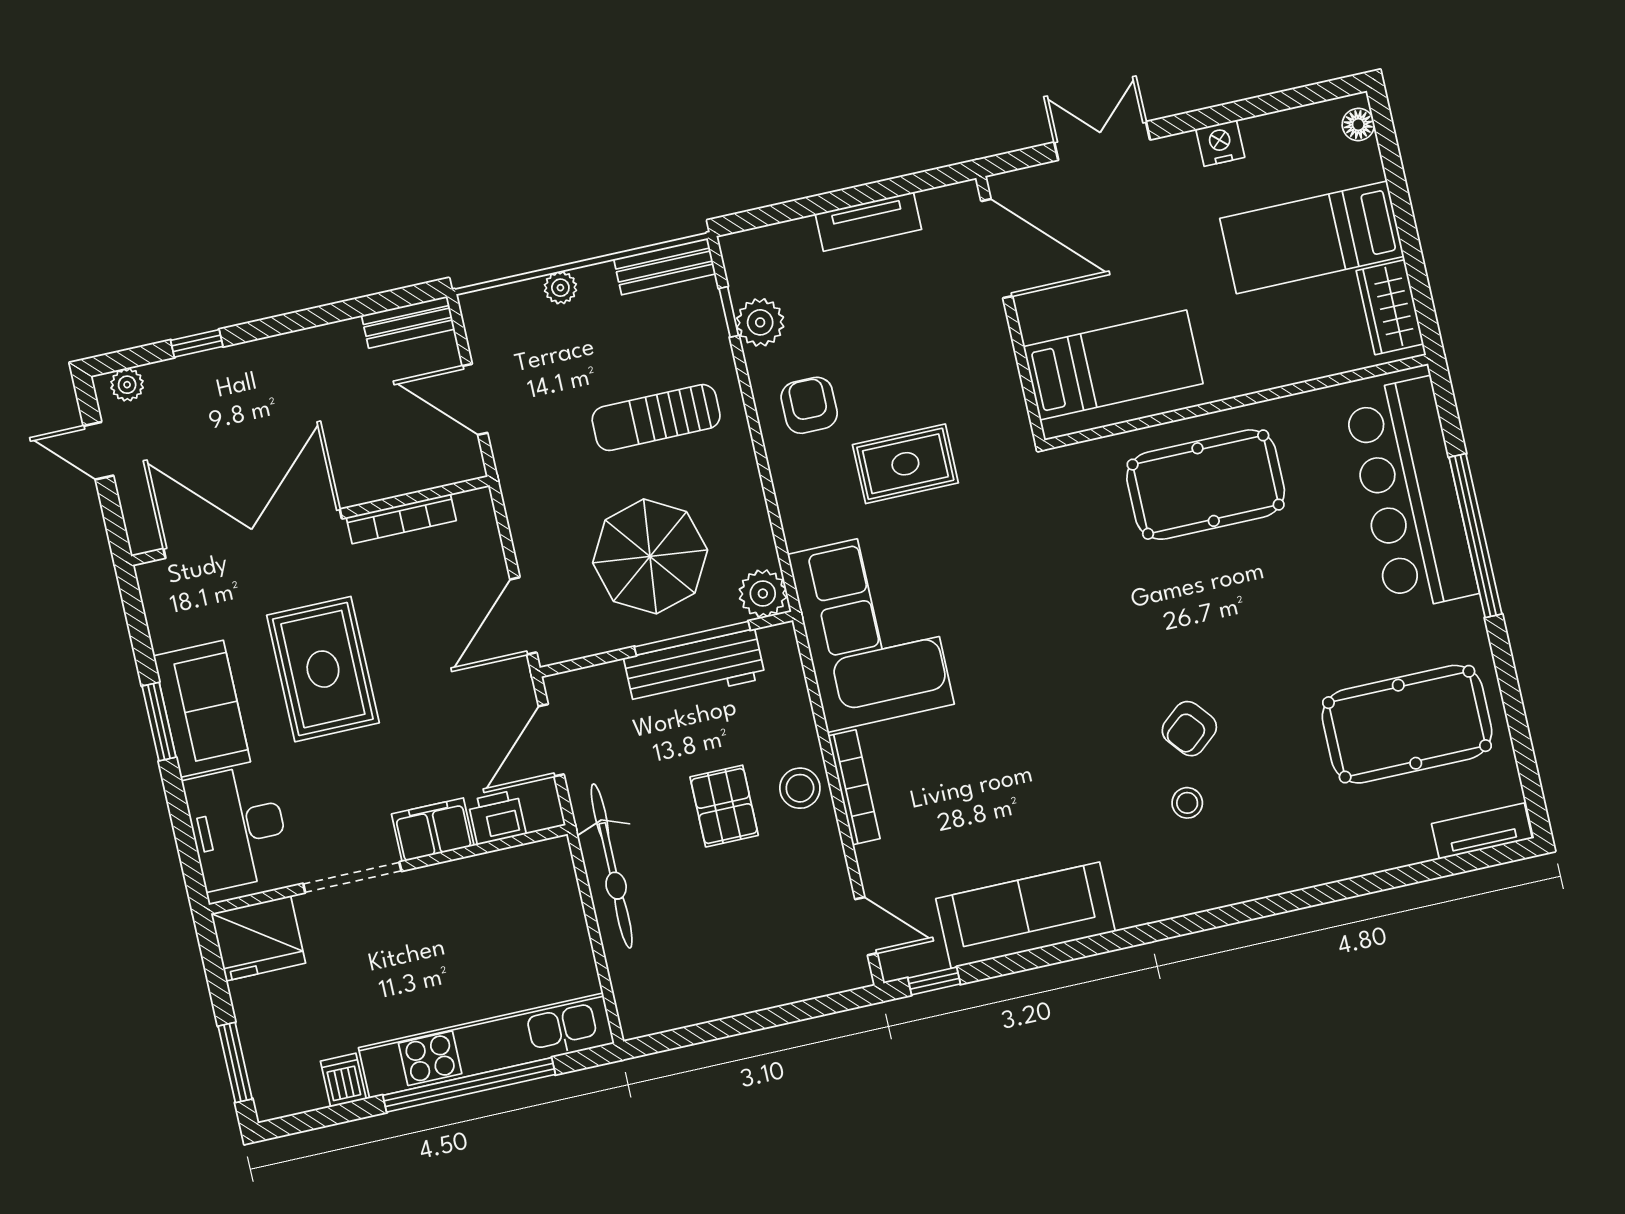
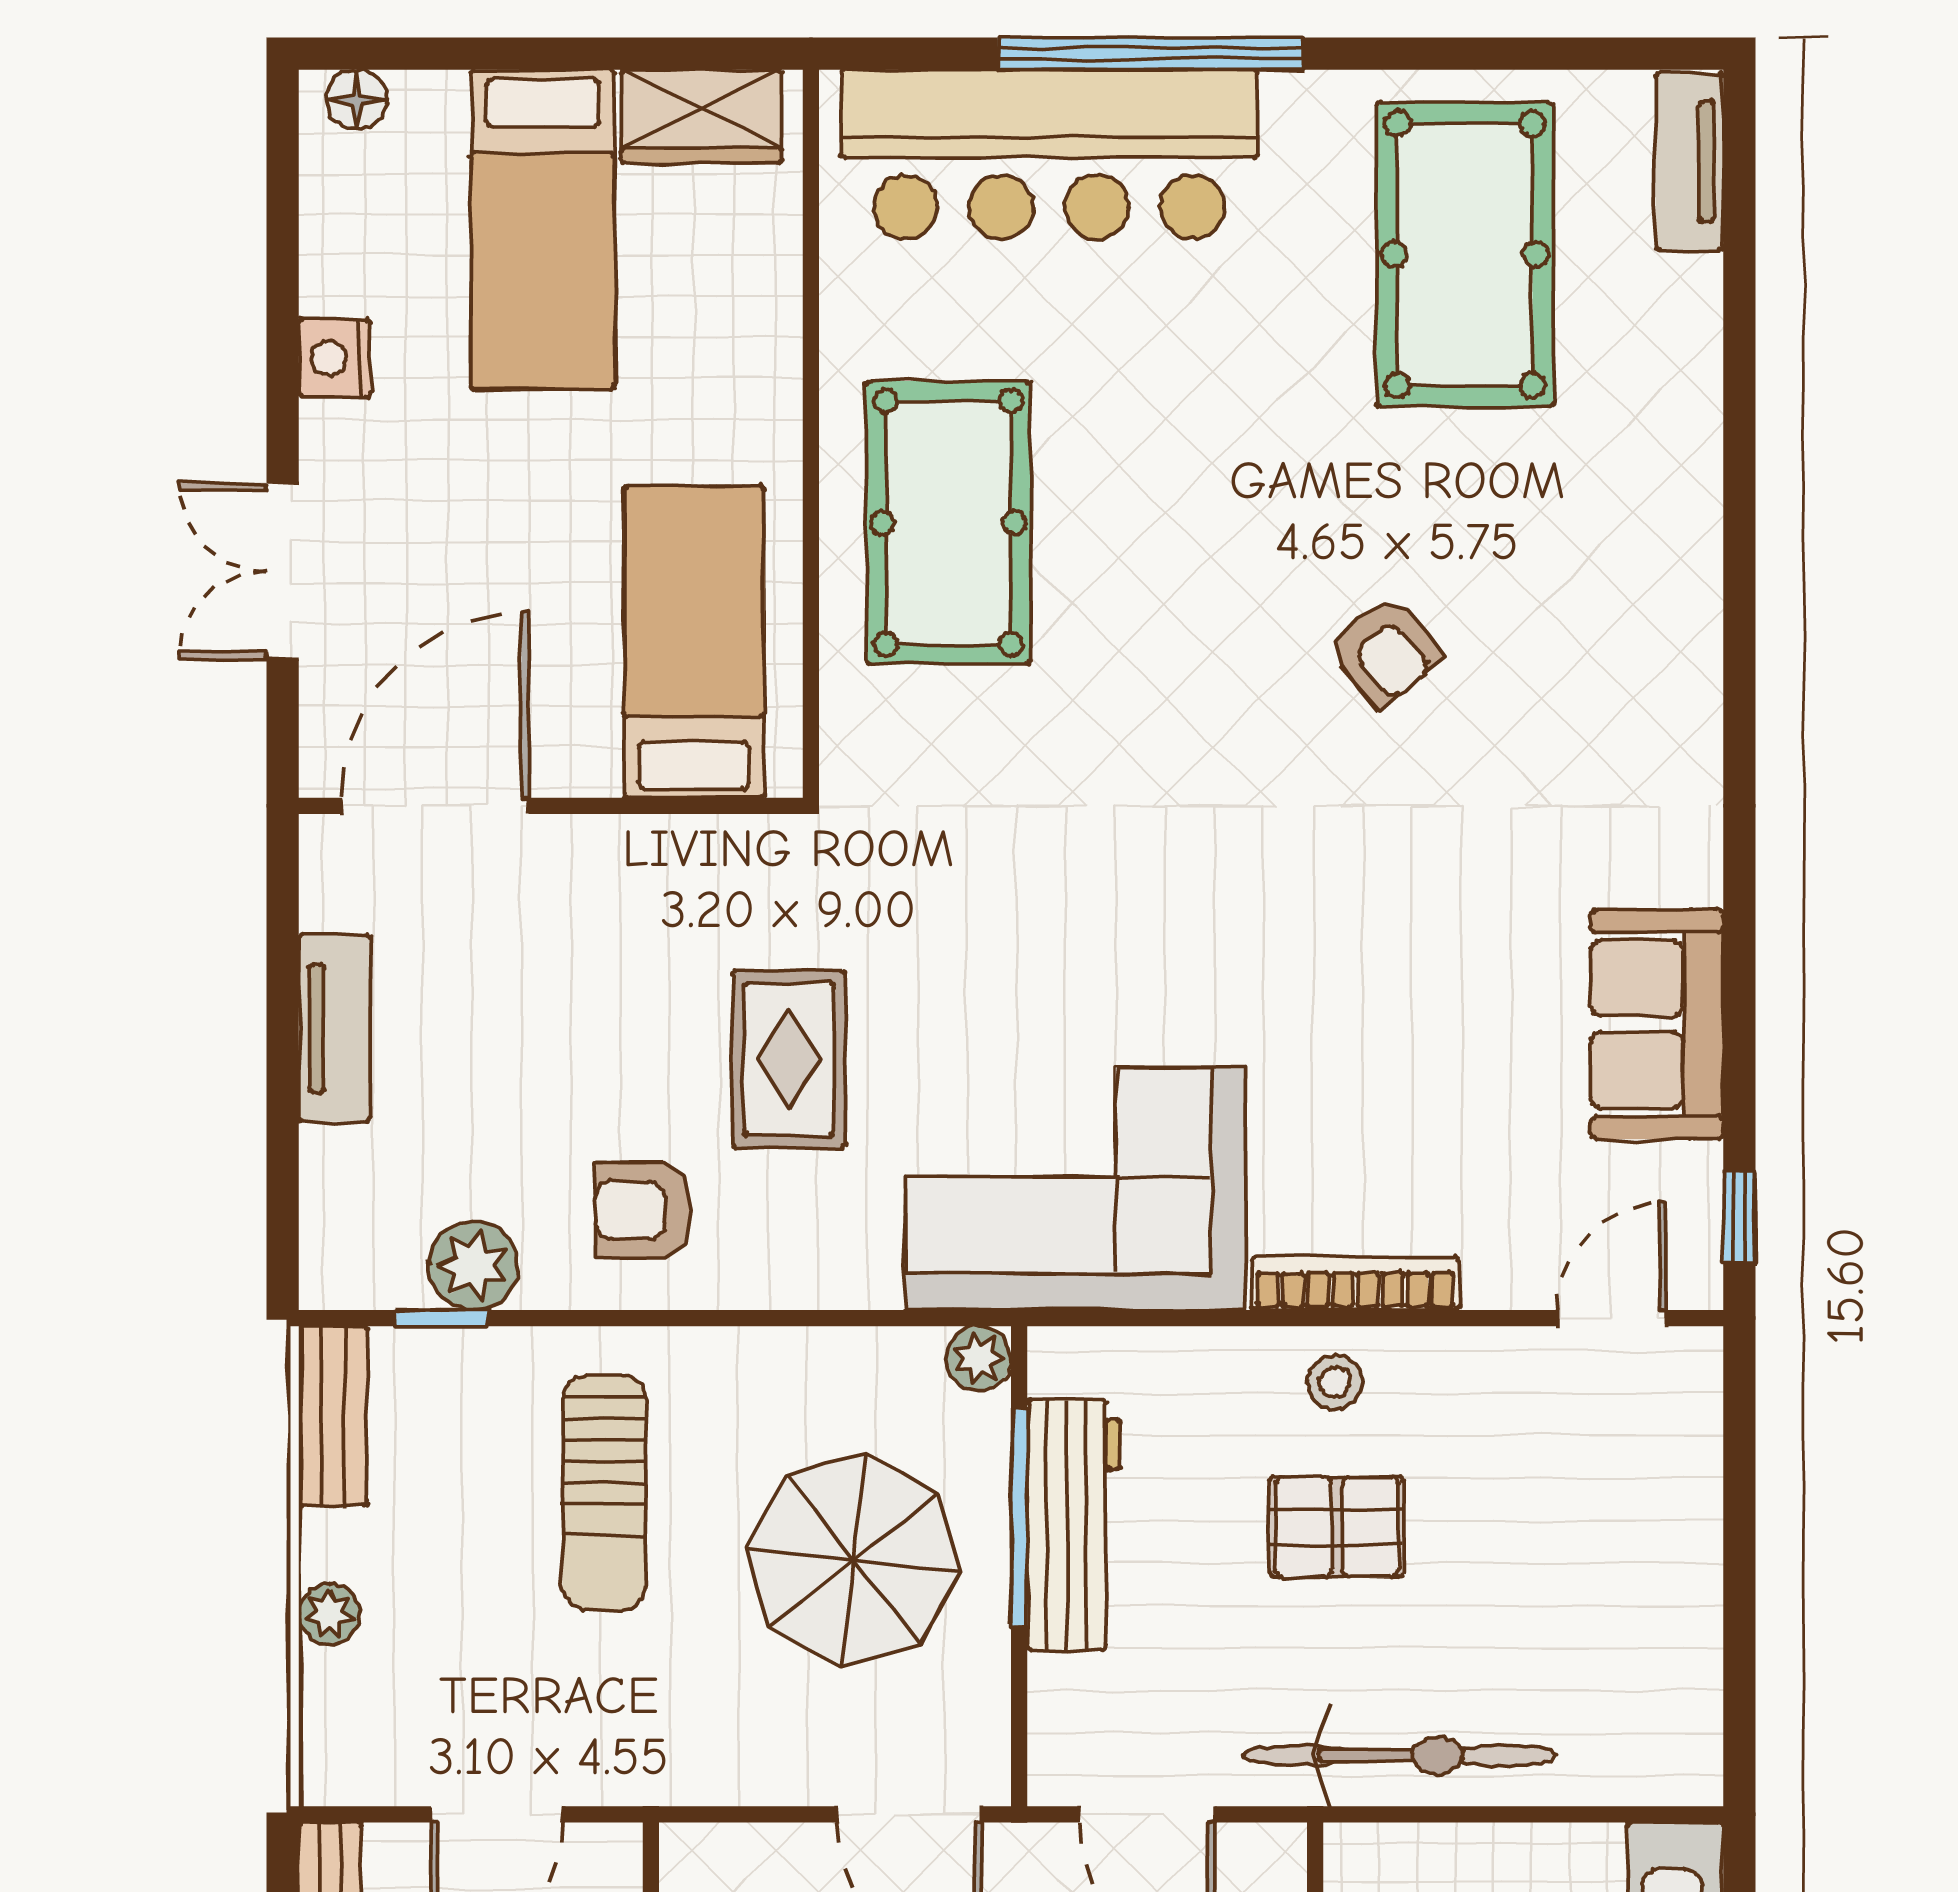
plant: (763, 594) -> (979, 1358), width x0.73, depth x0.73
stool: (800, 788) -> (1335, 1382), width x0.73, depth x0.73
stool: (1187, 803) -> (1519, 685), removed
sofa: (1025, 915) -> (1657, 1024), width x0.73

